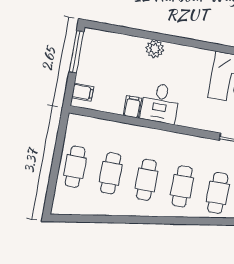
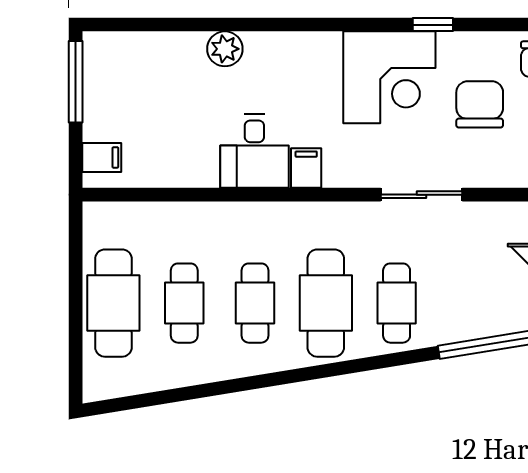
filing cabinet: (133, 107) -> (306, 168), moved
cafe table: (75, 167) -> (113, 303), width x1.37, depth x1.35
cafe table: (182, 186) -> (326, 303), width x1.37, depth x1.35

